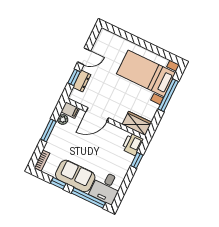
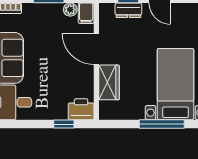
wardrobe: (137, 123) -> (109, 82), moved

